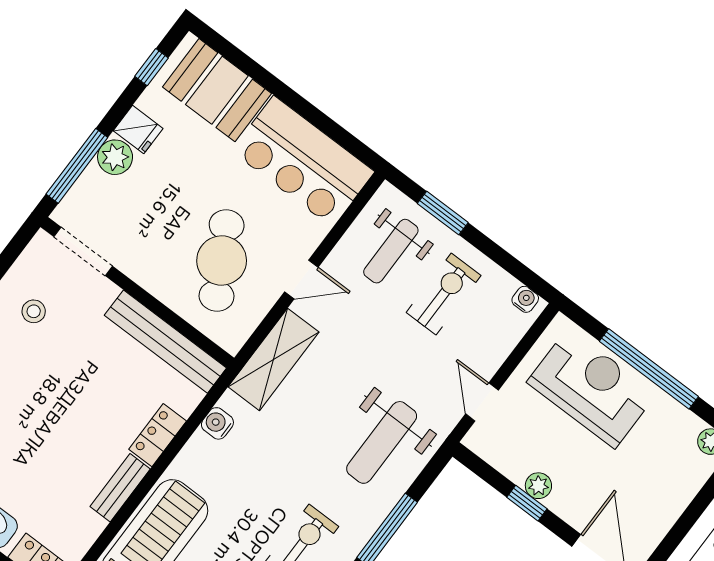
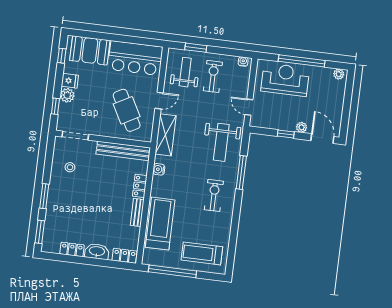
window: (77, 166) -> (55, 106), width x0.46
weight bench: (391, 251) -> (185, 72), turned 180
plant: (538, 486) -> (302, 127), moved

